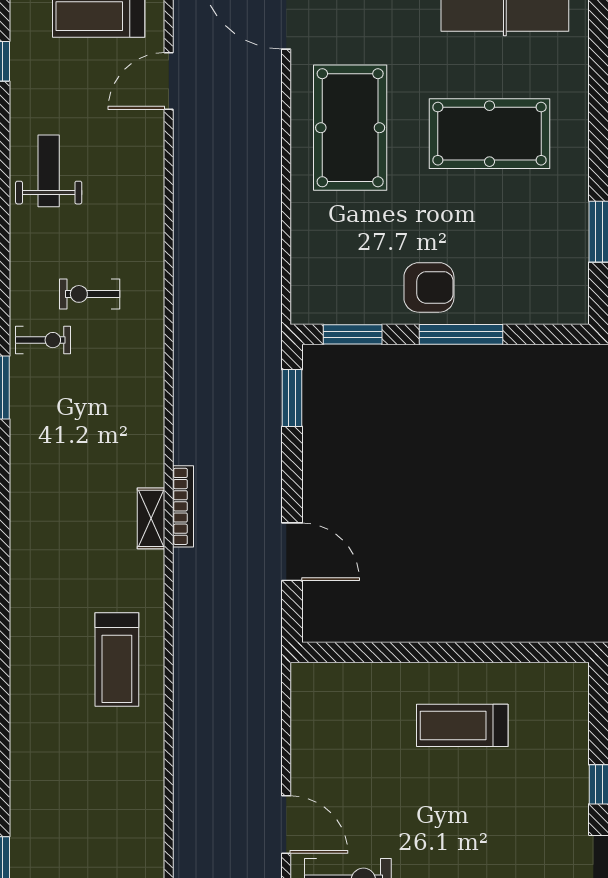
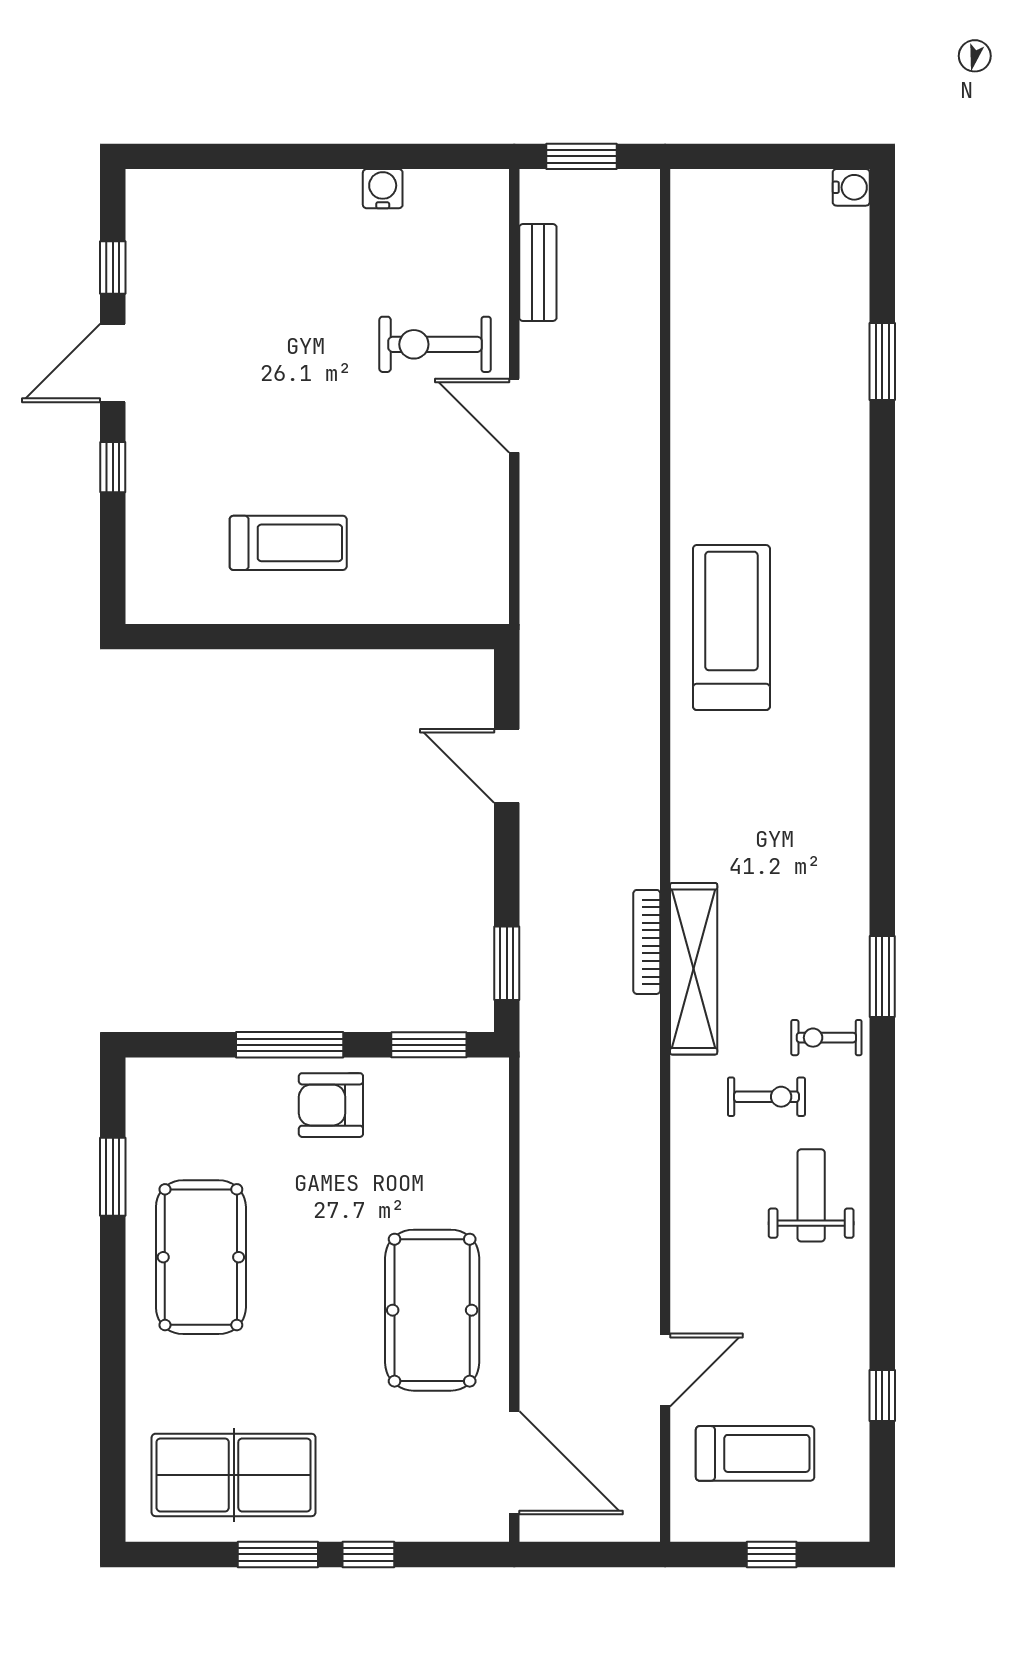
pool table: (489, 134) -> (201, 1257), moved, turned 90
weight bench: (49, 171) -> (811, 1195), moved, turned 180
bookcase: (183, 506) -> (647, 942), moved
shelving: (151, 518) -> (694, 969), moved, width x2.20, depth x1.33
treadmill: (117, 659) -> (731, 628), width x1.37, depth x1.38

